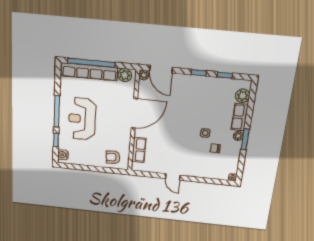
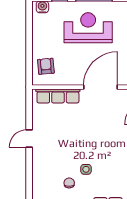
door: (134, 113) -> (101, 87), swing flipped
row of seats: (139, 150) -> (58, 96), width x1.48

